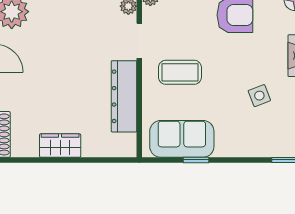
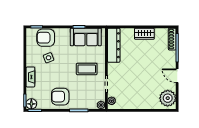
dresser: (124, 96) -> (114, 45), moved
armchair: (265, 137) -> (46, 38), added

